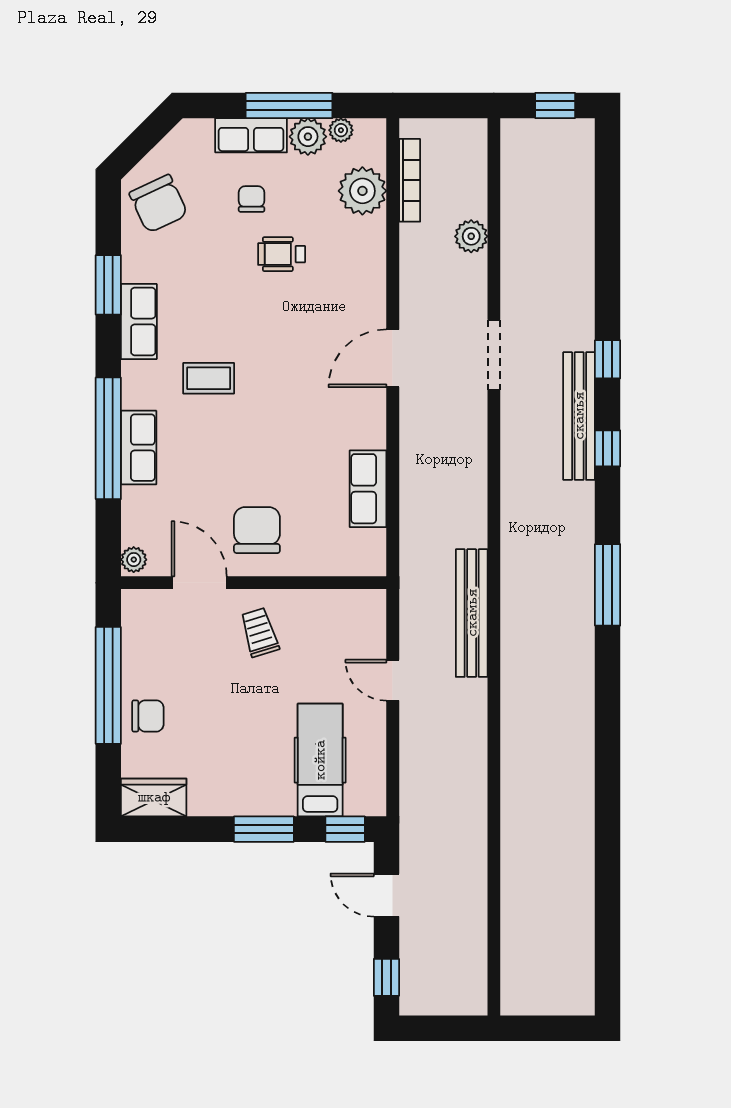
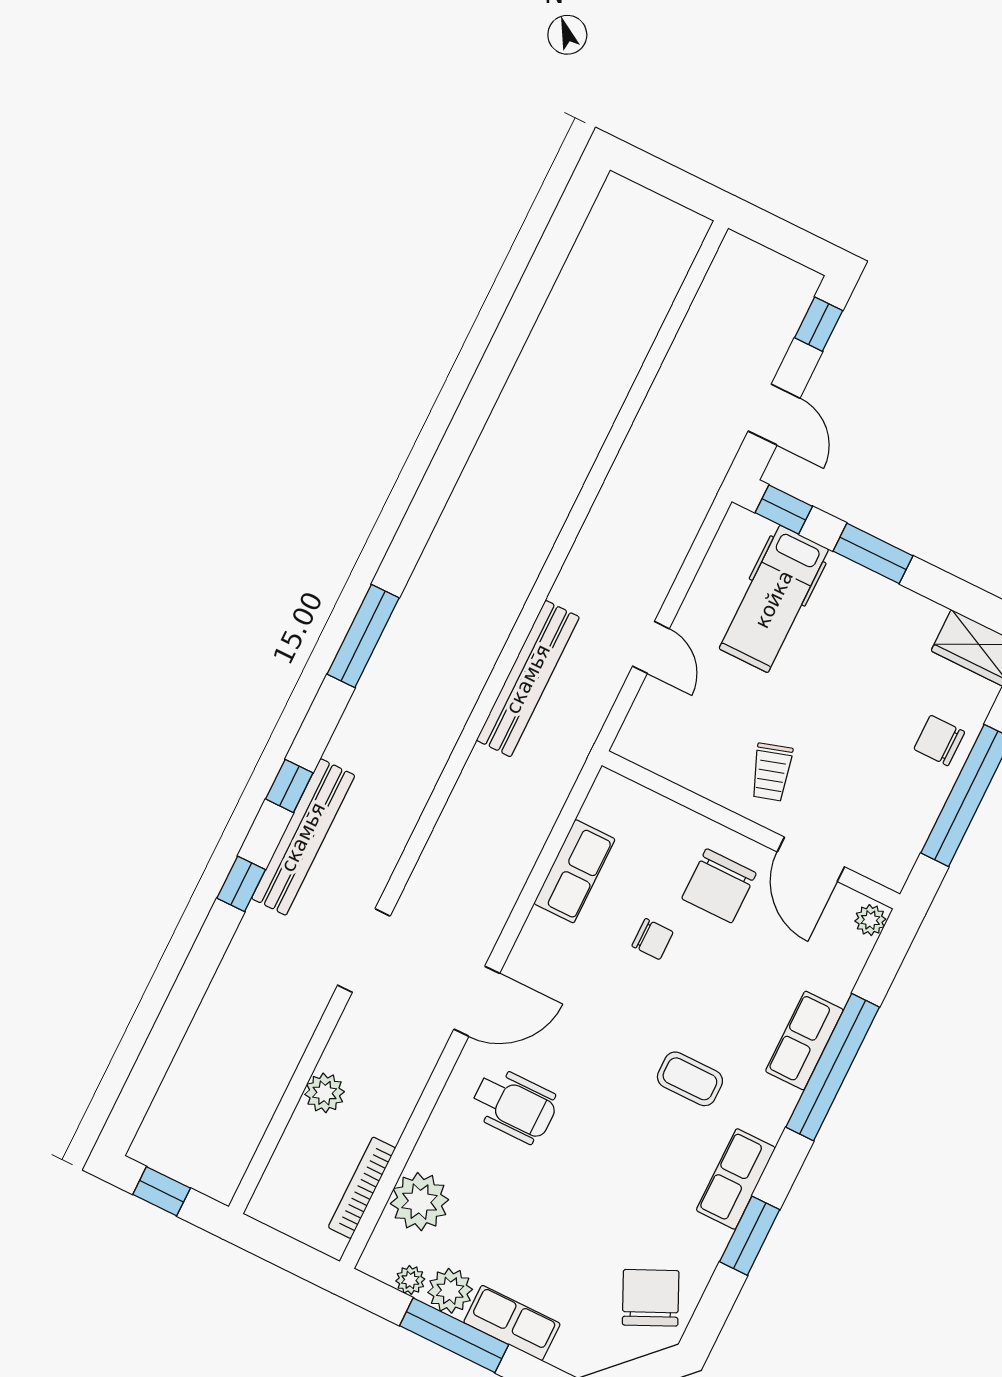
chair: (252, 199) -> (653, 939), moved, turned -90
wheelchair: (282, 254) -> (514, 1105), moved, width x1.36, depth x1.37

